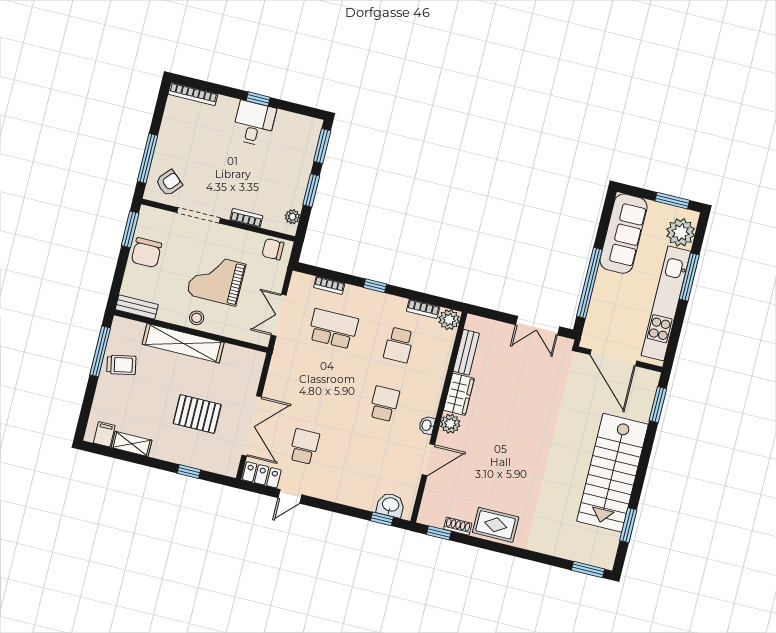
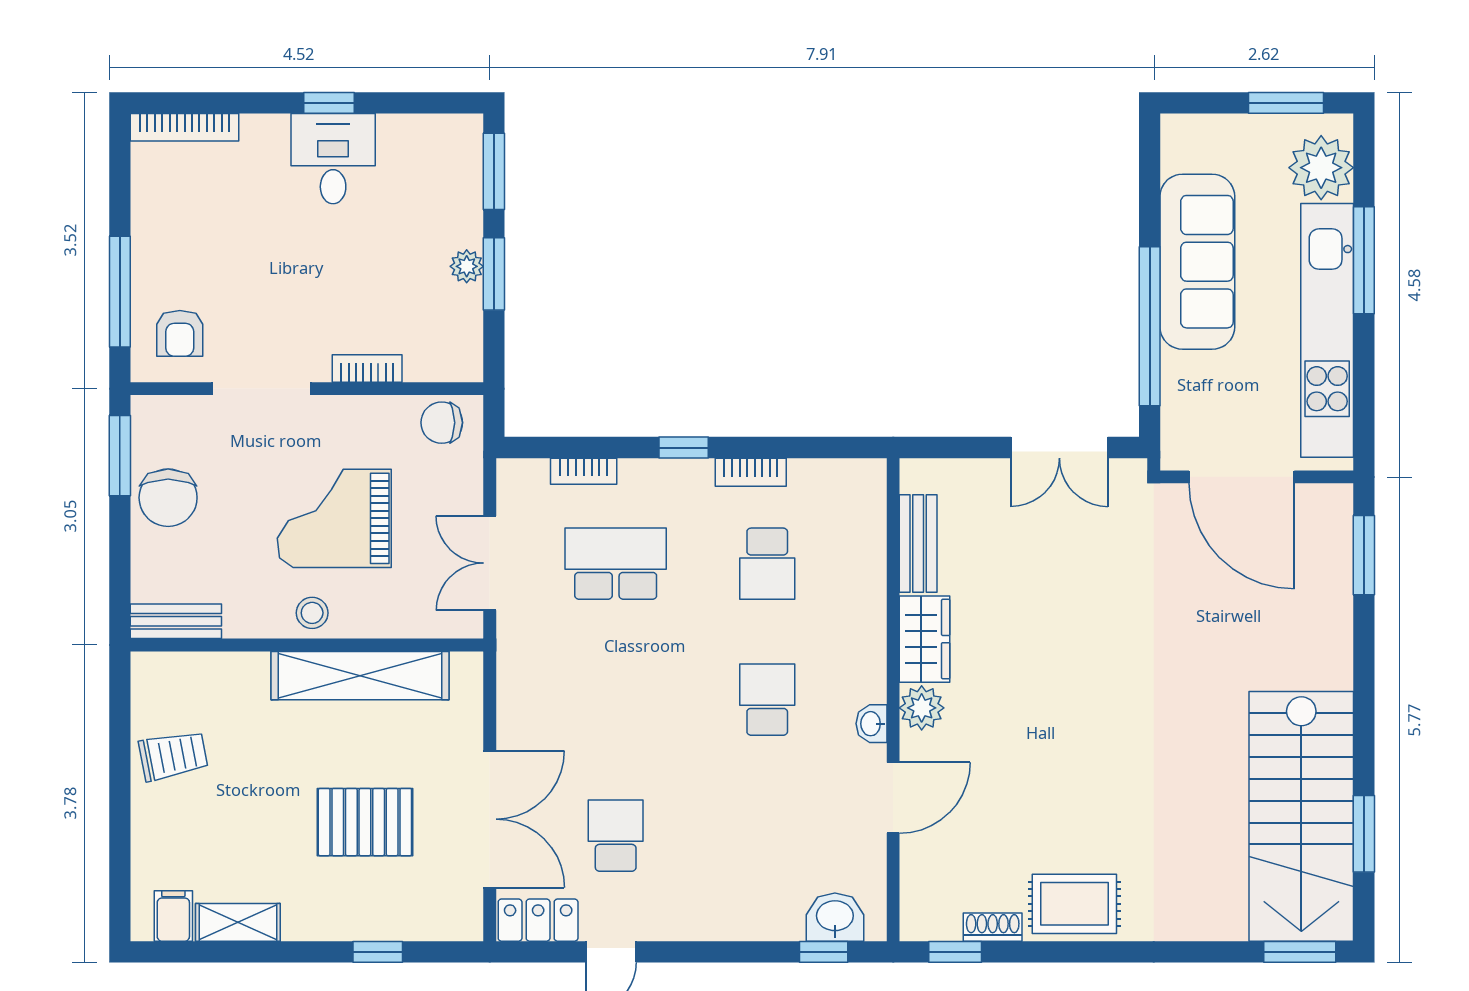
armchair: (169, 183) -> (180, 333), turned 138
plant: (292, 217) -> (467, 266), moved
sofa: (623, 234) -> (1197, 262), moved
bookcase: (423, 309) -> (751, 472), moved
plant: (449, 320) -> (863, 482), removed
shelving: (183, 343) -> (360, 676), moved
window: (100, 351) -> (120, 738), removed
stairs: (612, 473) -> (1301, 816), moved

